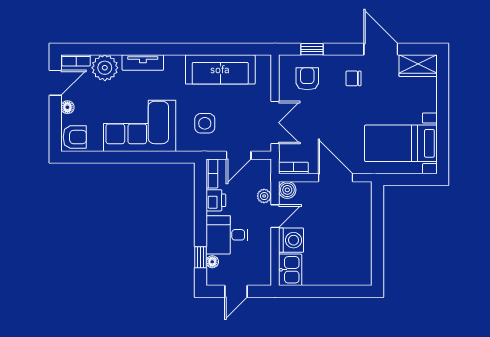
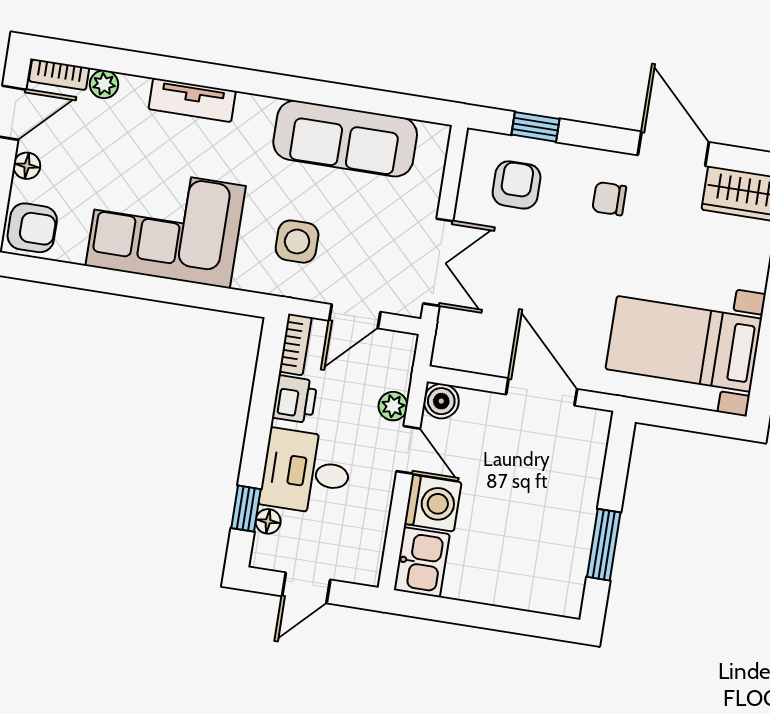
plant: (105, 68) -> (104, 84), width x0.53, depth x0.53
bookcase: (293, 168) -> (461, 359), removed
door: (275, 216) -> (408, 450), hinge flipped
window: (377, 247) -> (604, 545), added

